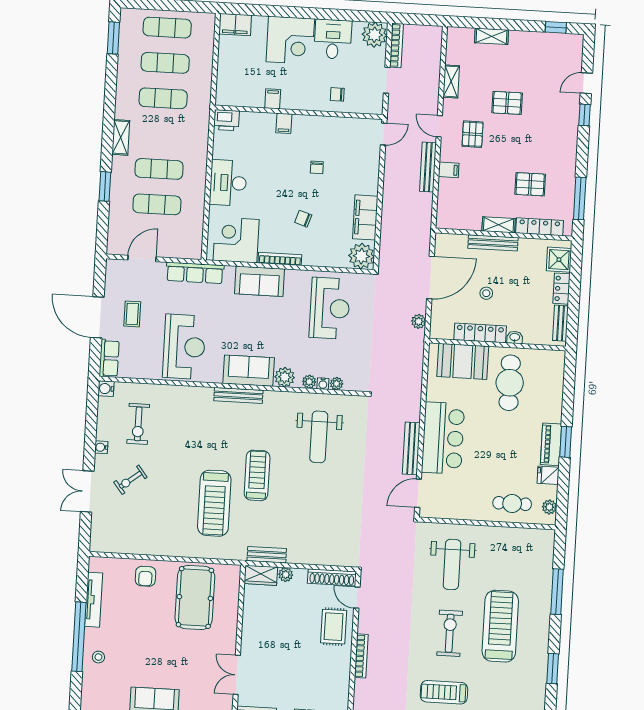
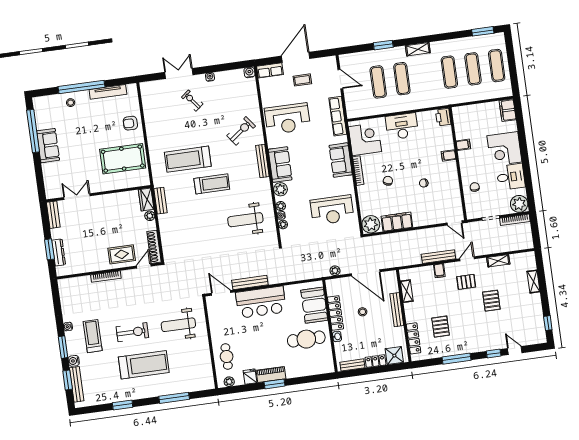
window: (580, 198) -> (456, 359), moved
shelving: (499, 225) -> (407, 291), moved
exercise bike: (138, 424) -> (241, 131), moved, turned 143

